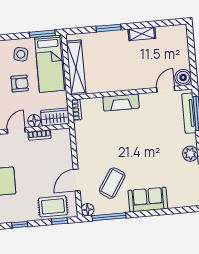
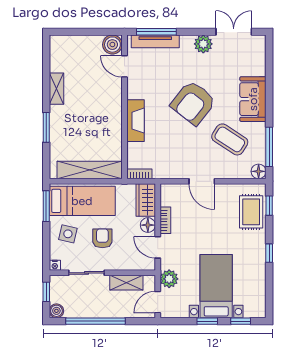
armchair: (140, 150) -> (193, 103), added
door: (77, 180) -> (202, 181), moved

